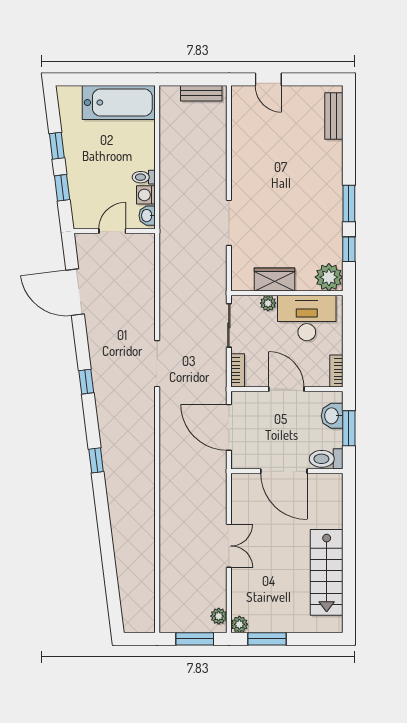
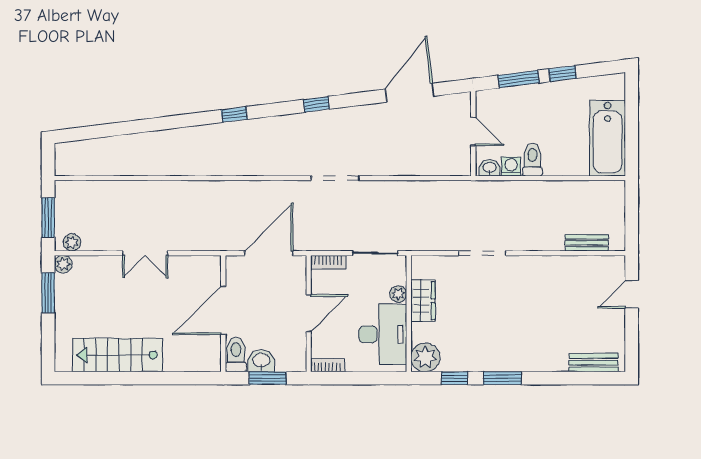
bench: (201, 93) -> (587, 243), moved, turned 90
toilet: (144, 177) -> (532, 160), width x1.37, depth x1.39
window: (62, 188) -> (519, 79), width x1.50
washbasin: (332, 416) -> (261, 361), moved

